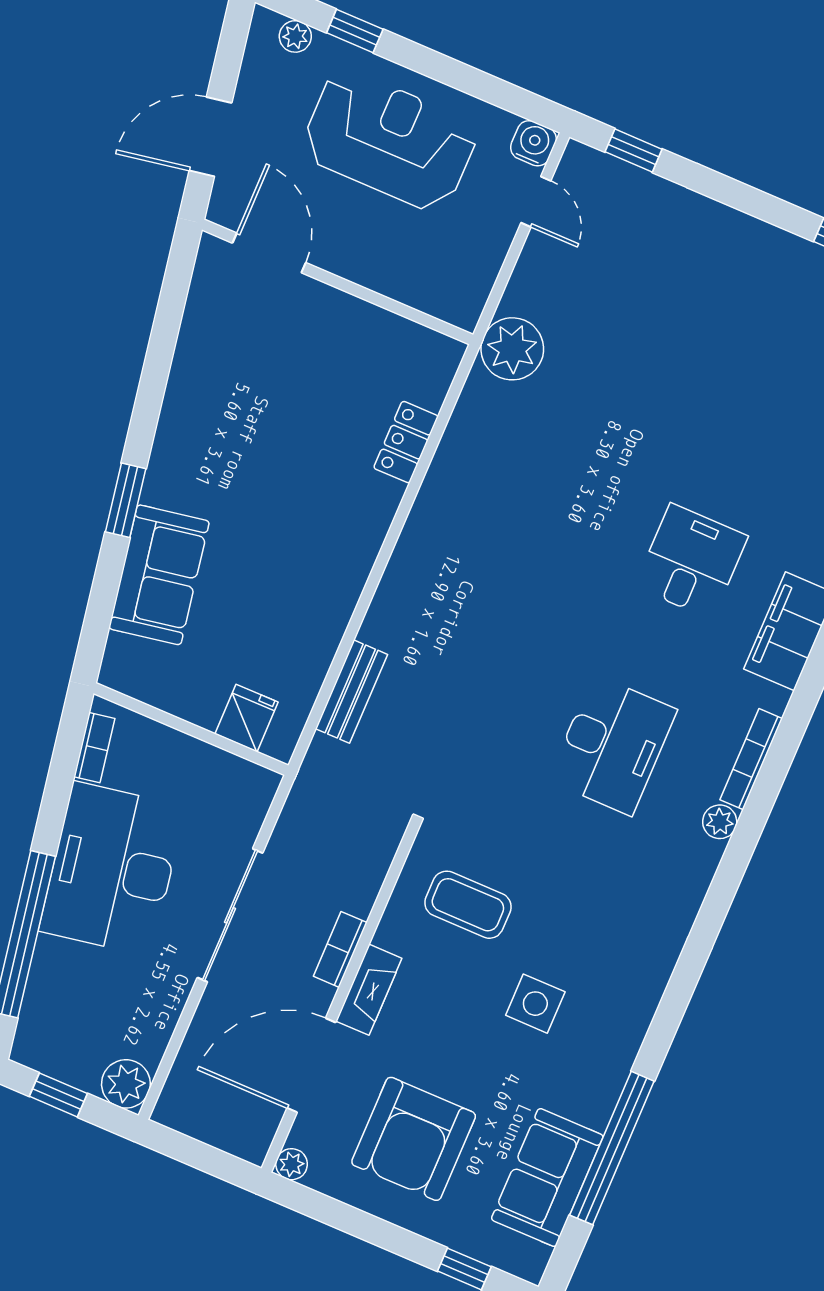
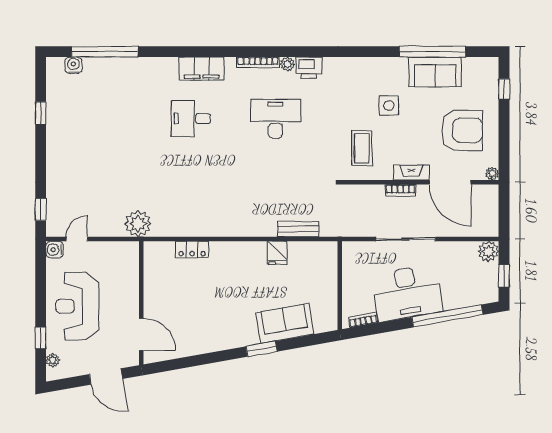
door: (269, 253) -> (141, 334), swing flipped
fridge: (246, 718) -> (277, 253), moved, turned -90
printer: (692, 865) -> (309, 68), added
sofa: (547, 1178) -> (435, 72), moved

